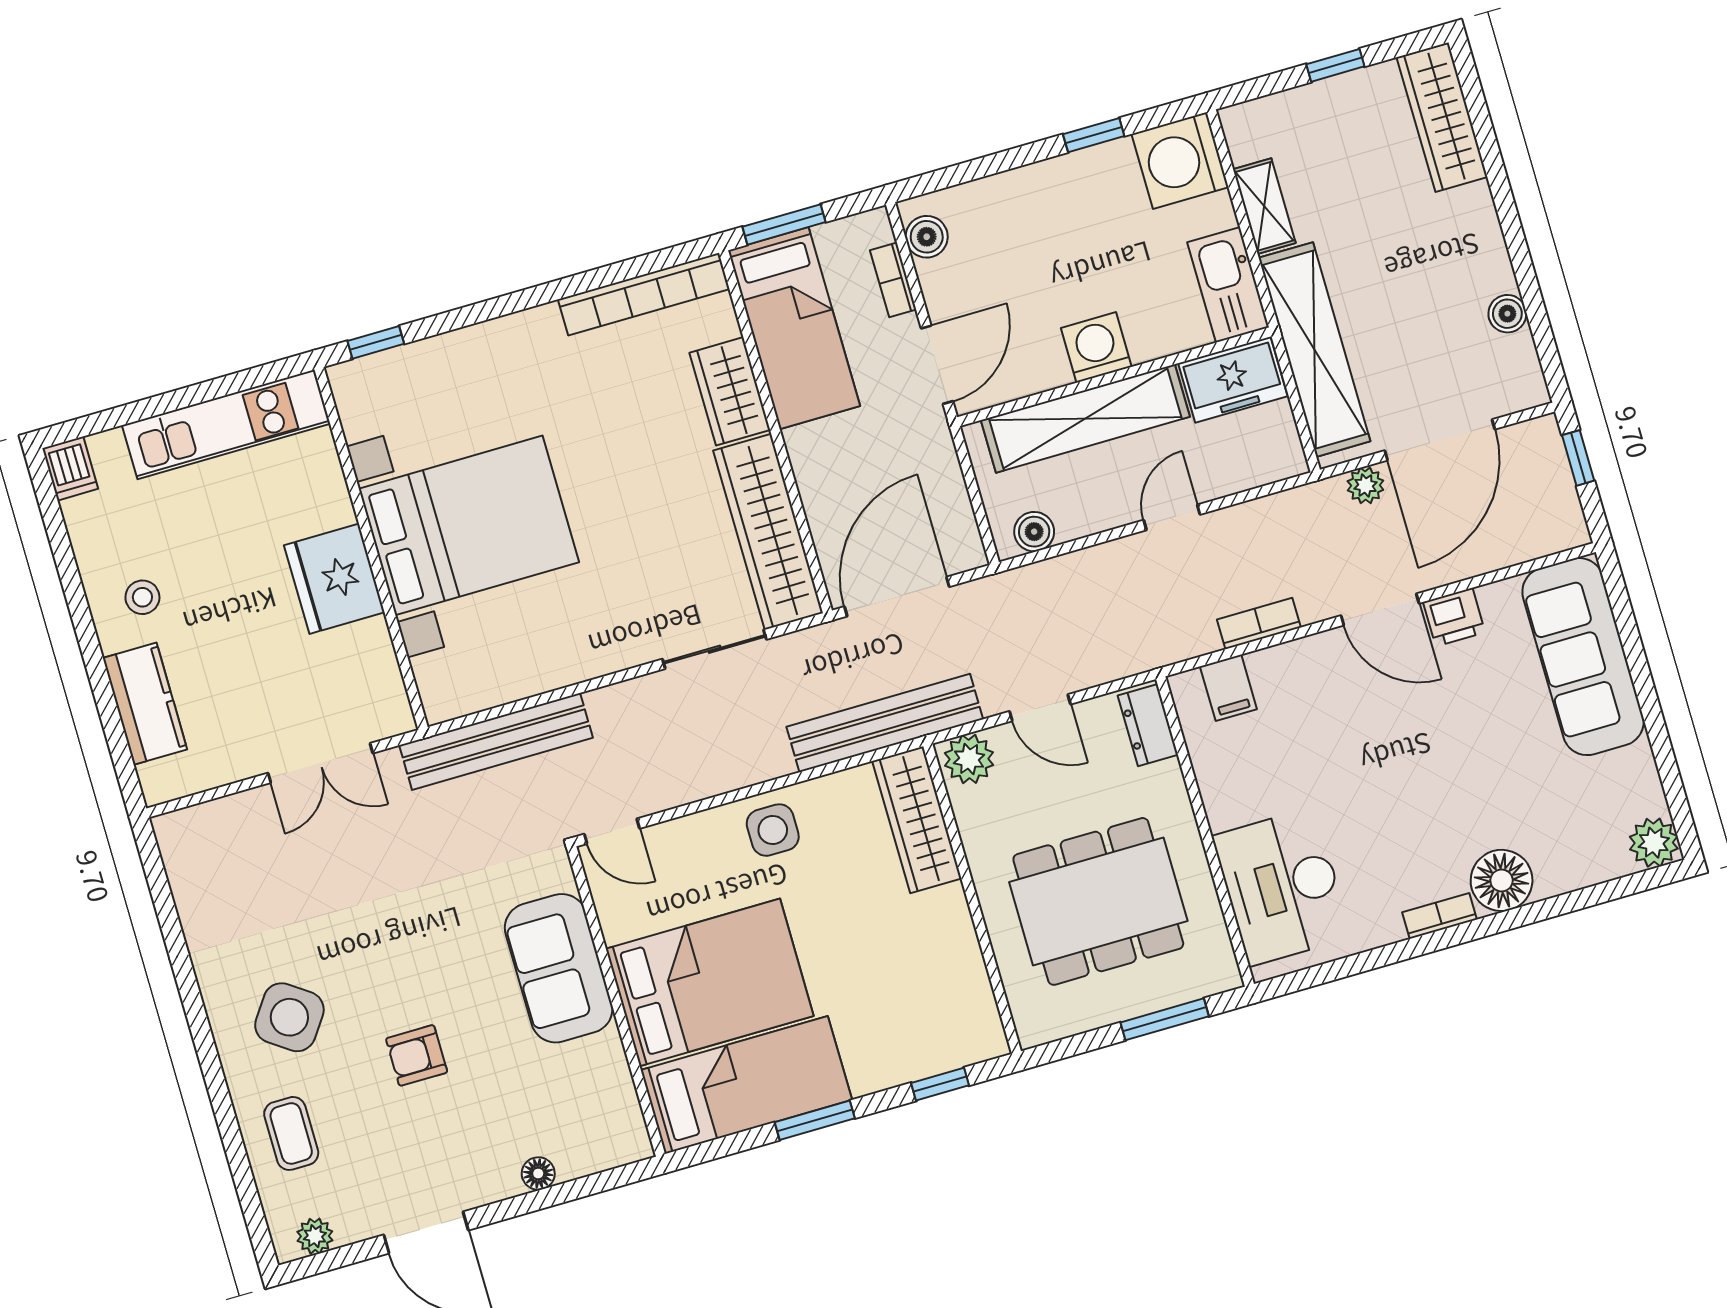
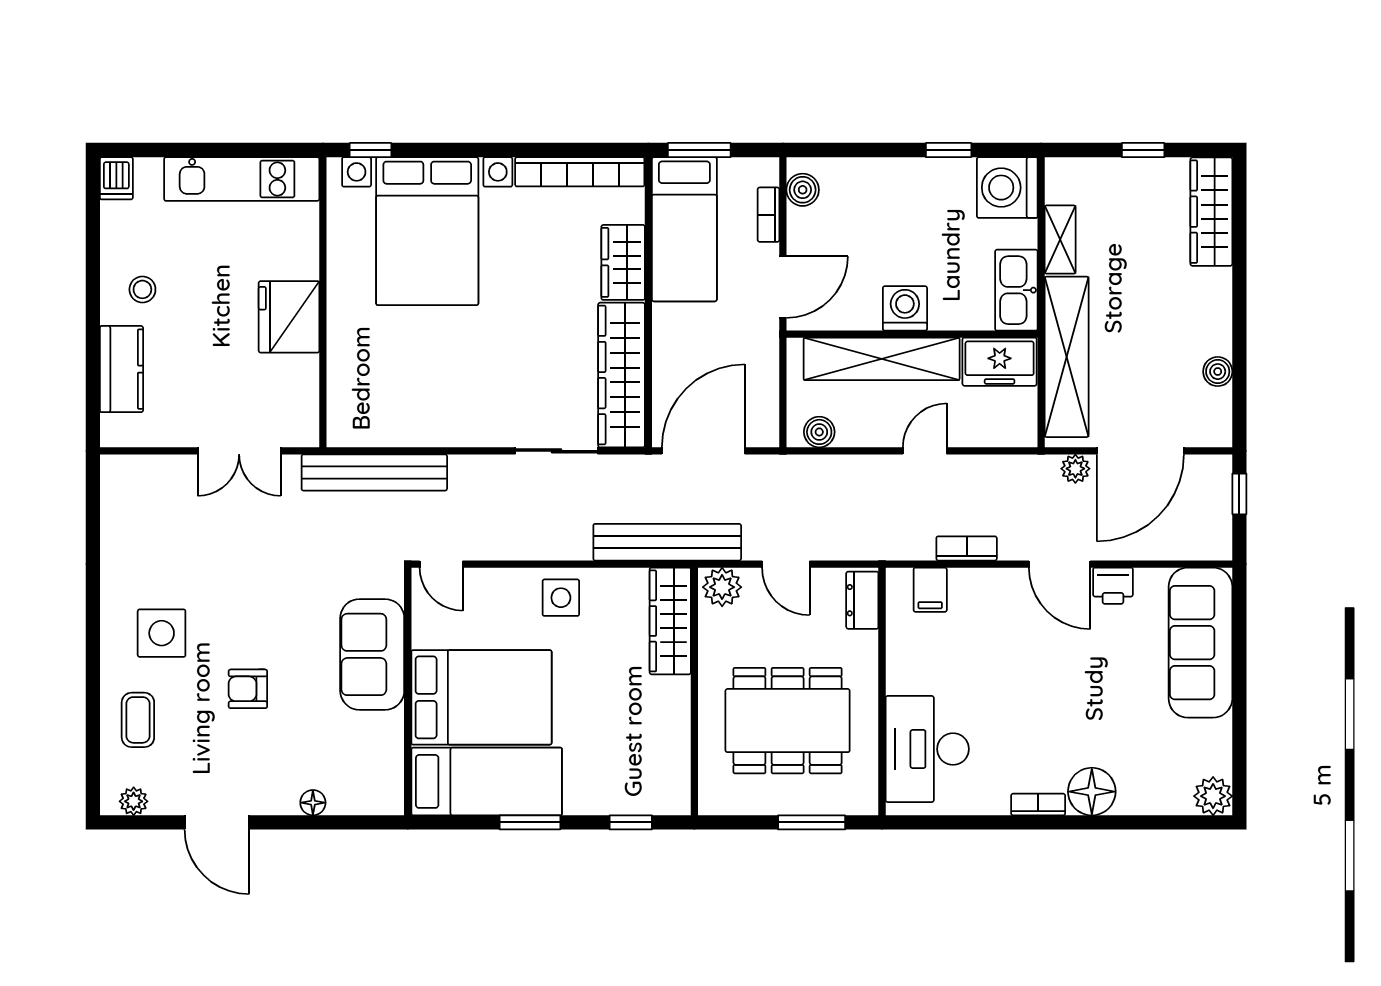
bed with nightstands: (469, 525) -> (427, 231), moved, turned 90
side table: (289, 1017) -> (162, 633), turned -35

